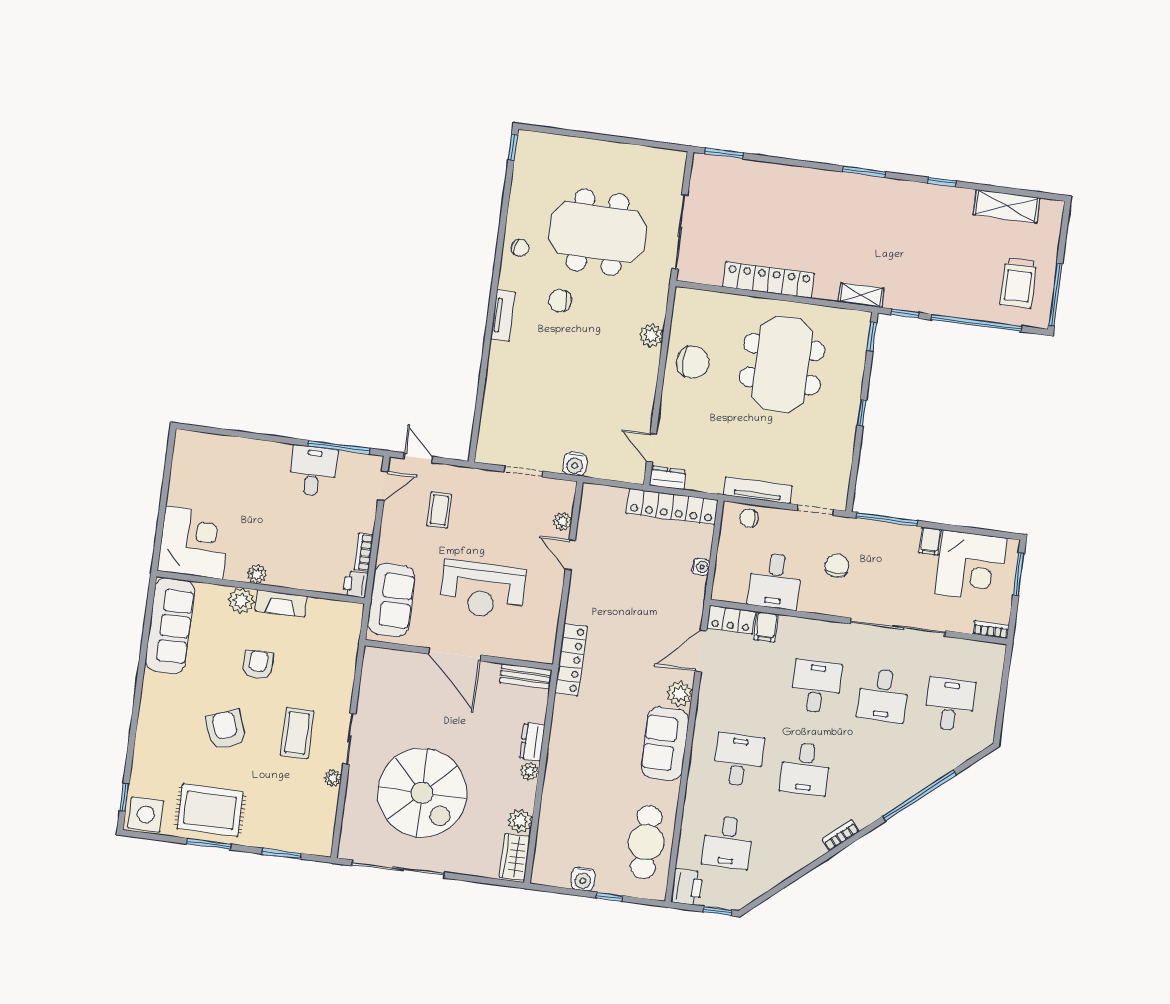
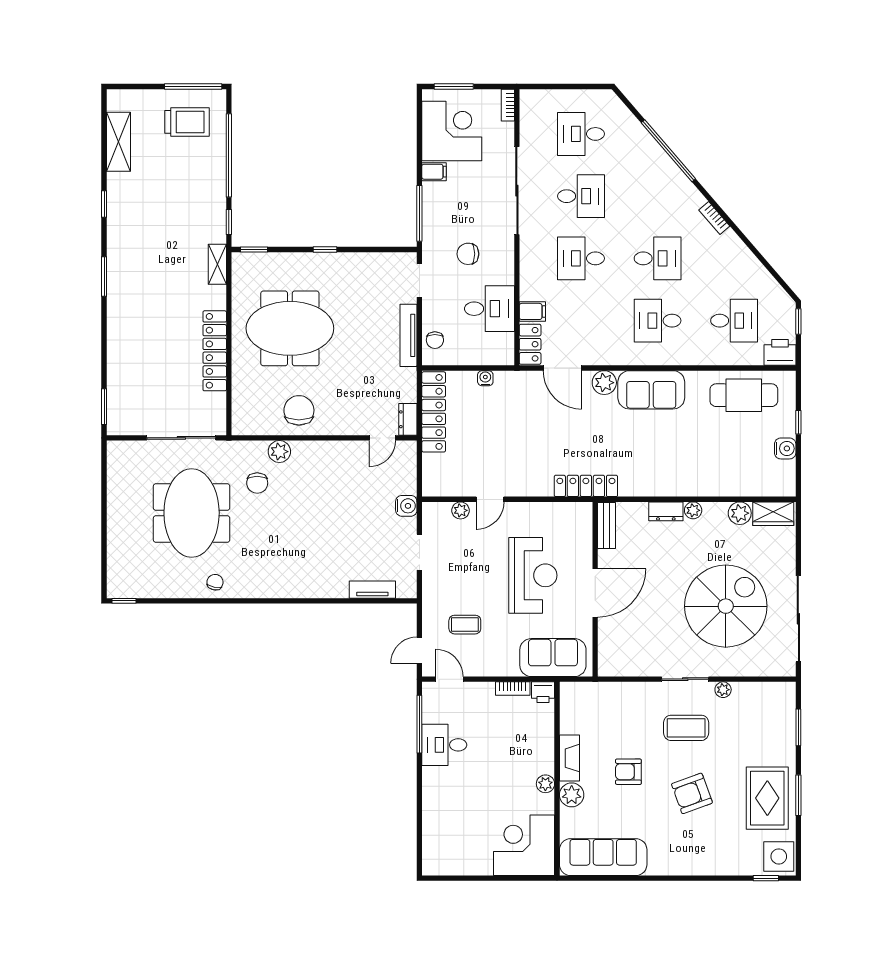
chair: (560, 301) -> (257, 483), moved
tv unit: (503, 316) -> (372, 590), moved

